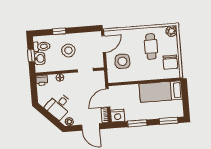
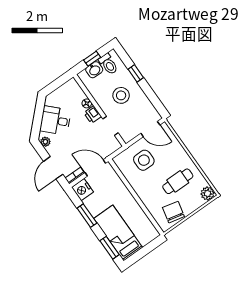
chair: (170, 62) -> (173, 212), turned 103
printer: (42, 80) -> (93, 115), moved
bed: (161, 91) -> (118, 233), moved

